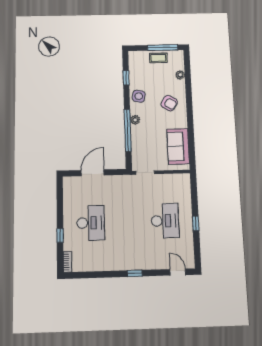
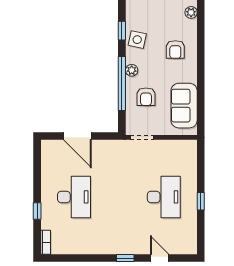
window: (126, 78) -> (122, 31), moved
armchair: (169, 103) -> (175, 49), turned 59
armchair: (147, 140) -> (146, 97), added
door: (93, 173) -> (77, 136), swing flipped
door: (178, 272) -> (160, 258), moved

